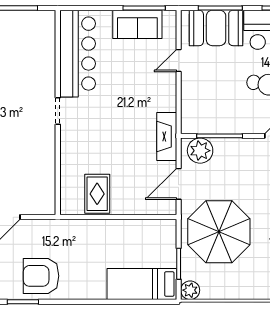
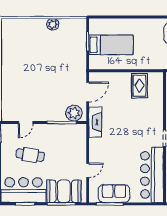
parasol: (219, 232) -> (62, 61), removed
bed: (142, 284) -> (111, 45), moved
plant: (190, 290) -> (53, 24), moved

